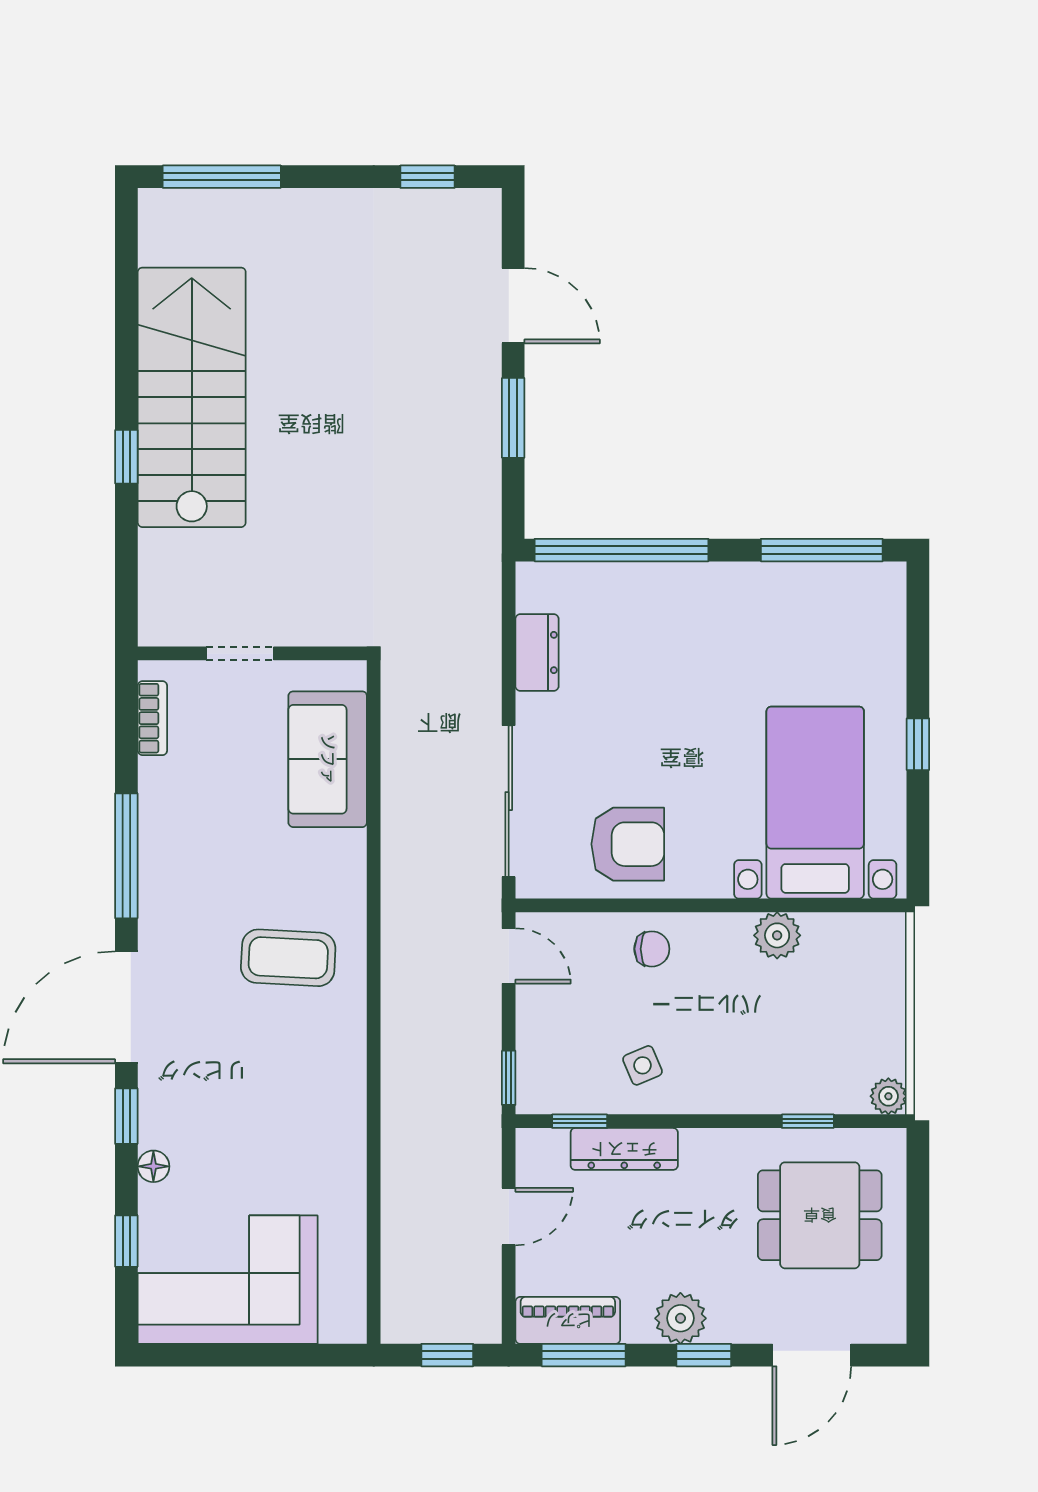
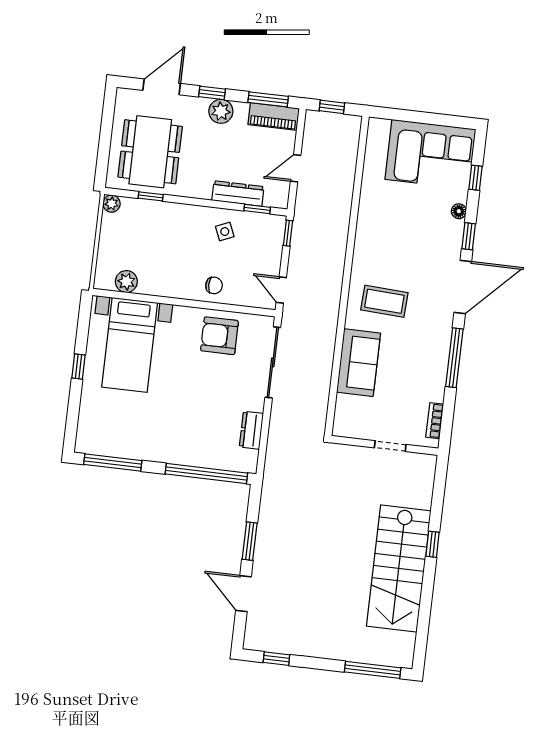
sofa: (328, 759) -> (358, 363), moved
plant: (777, 935) -> (126, 282), moved
chair: (652, 949) -> (214, 285), turned 180
dining table: (820, 1215) -> (150, 152), width x1.38

